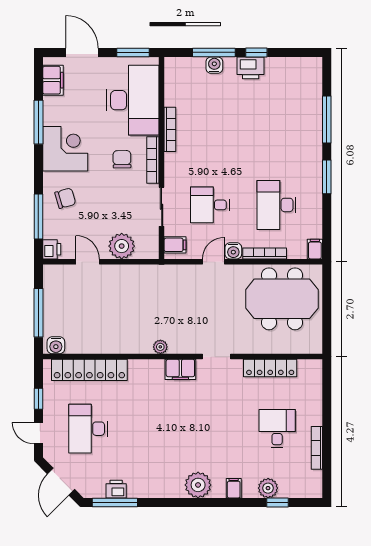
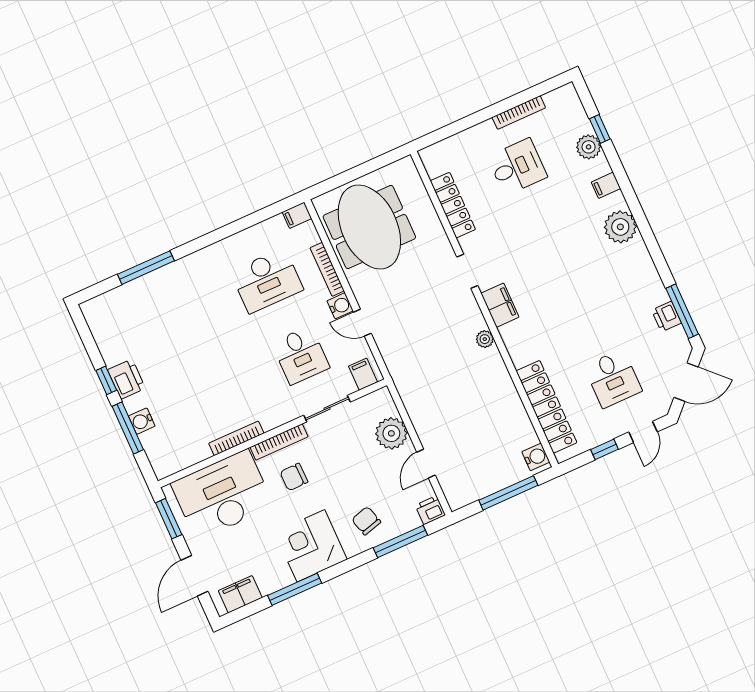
window: (327, 177) -> (210, 239), removed
desk: (88, 429) -> (613, 379), width x0.73
desk: (277, 429) -> (517, 167), turned 180

